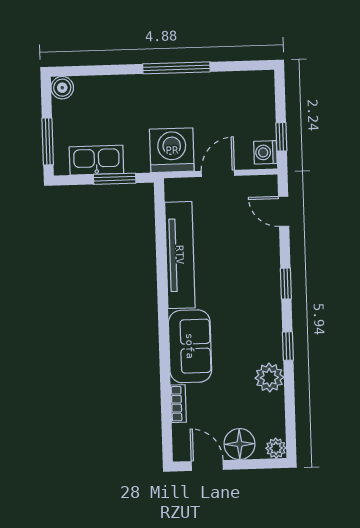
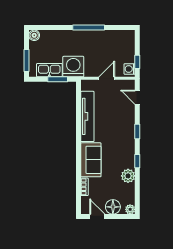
washing machine: (172, 150) -> (73, 67), moved

